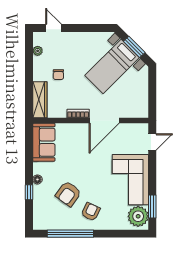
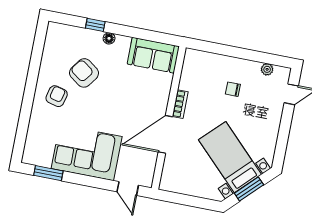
wardrobe: (40, 100) -> (206, 60), removed
door: (104, 121) -> (165, 134), hinge flipped
armchair: (91, 212) -> (57, 96), turned -101
plant: (138, 216) -> (40, 153), removed
window: (70, 234) -> (35, 66), removed

